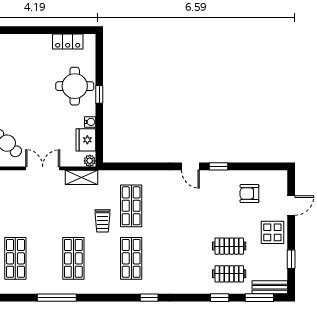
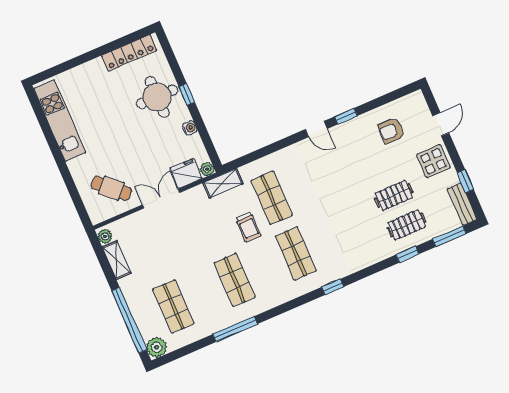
locker: (68, 41) -> (129, 53), width x1.53
fridge: (86, 140) -> (186, 173), moved, turned 90
shelving: (81, 177) -> (223, 183), moved
bench: (270, 287) -> (462, 204), moved, turned 90

